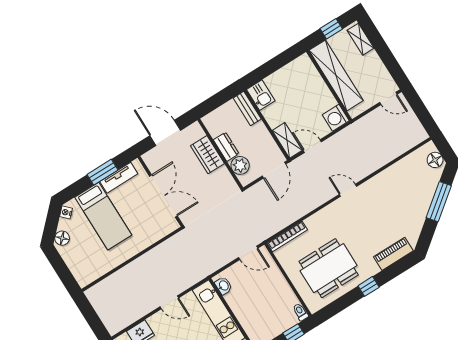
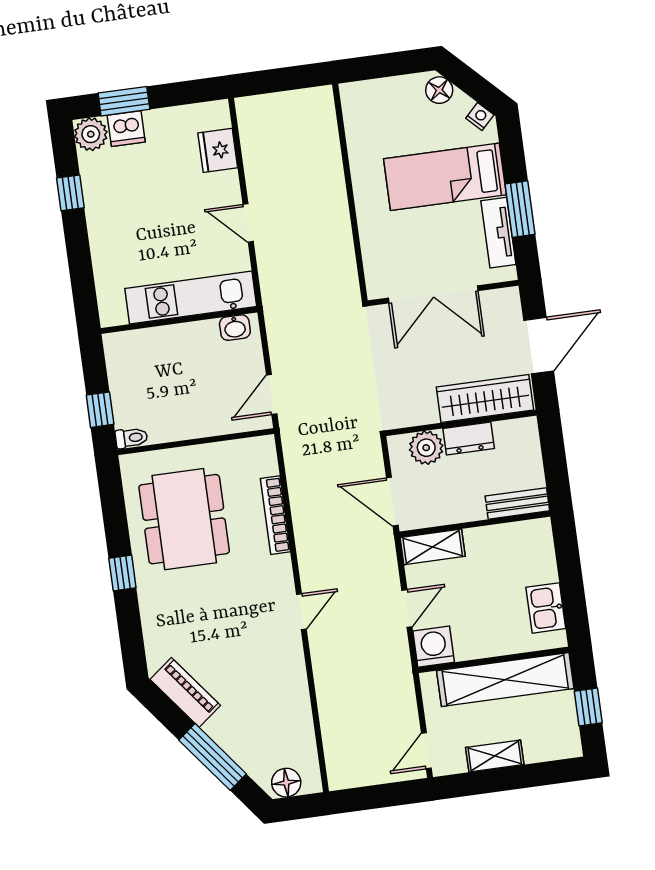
shelving: (361, 39) -> (495, 756), moved
kitchen sink: (261, 95) -> (546, 608), moved, turned 90
door: (312, 146) -> (407, 608), moved
wardrobe: (207, 155) -> (485, 399), width x1.50
bookcase: (287, 236) -> (275, 515), moved
piano: (393, 254) -> (185, 692), moved, turned -38
door: (169, 302) -> (248, 223), hinge flipped

